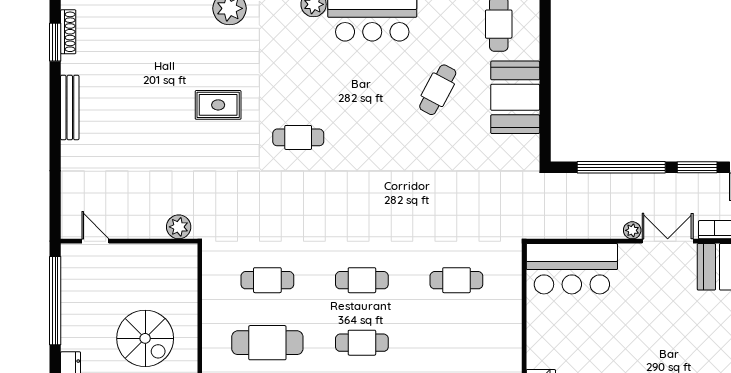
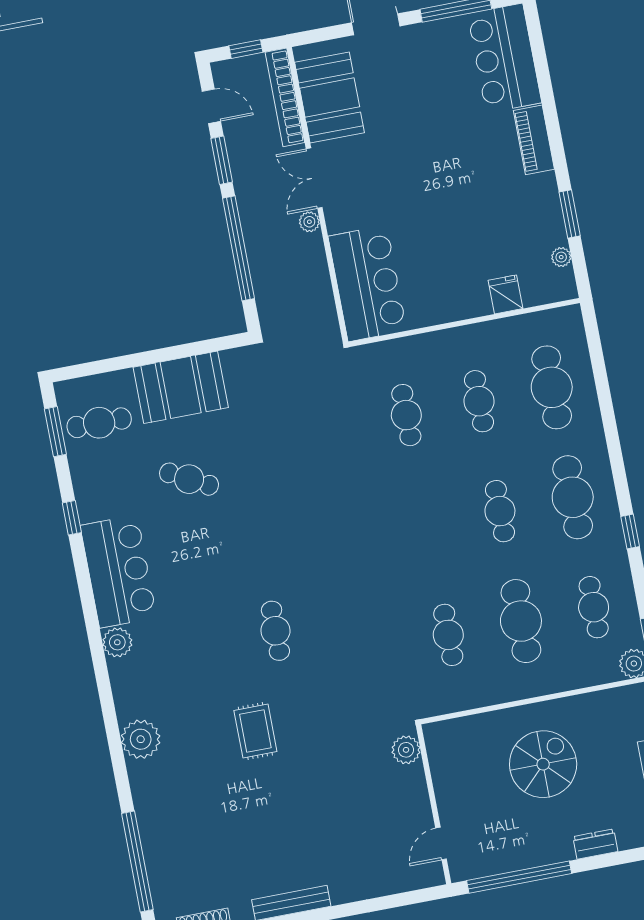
cafe table: (362, 280) -> (479, 401), moved

